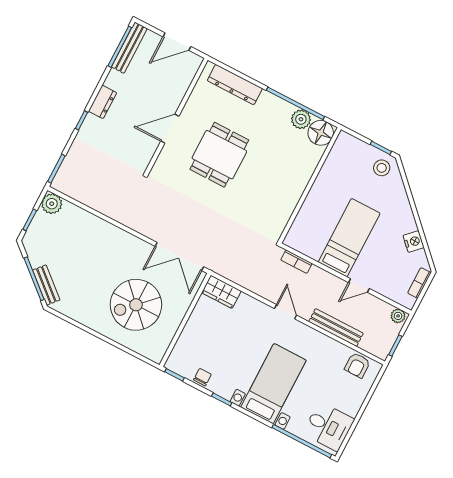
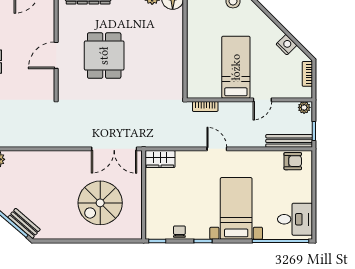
bench: (336, 327) -> (289, 141), moved
armchair: (357, 365) -> (293, 161), turned -90

